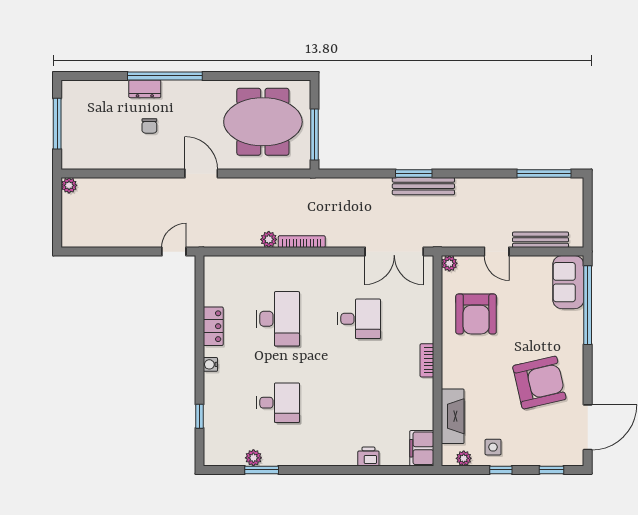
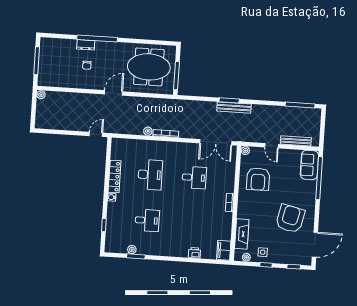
door: (201, 173) -> (113, 93), hinge flipped
locker: (213, 326) -> (115, 176), width x1.53
armchair: (539, 383) -> (290, 219), turned -64

